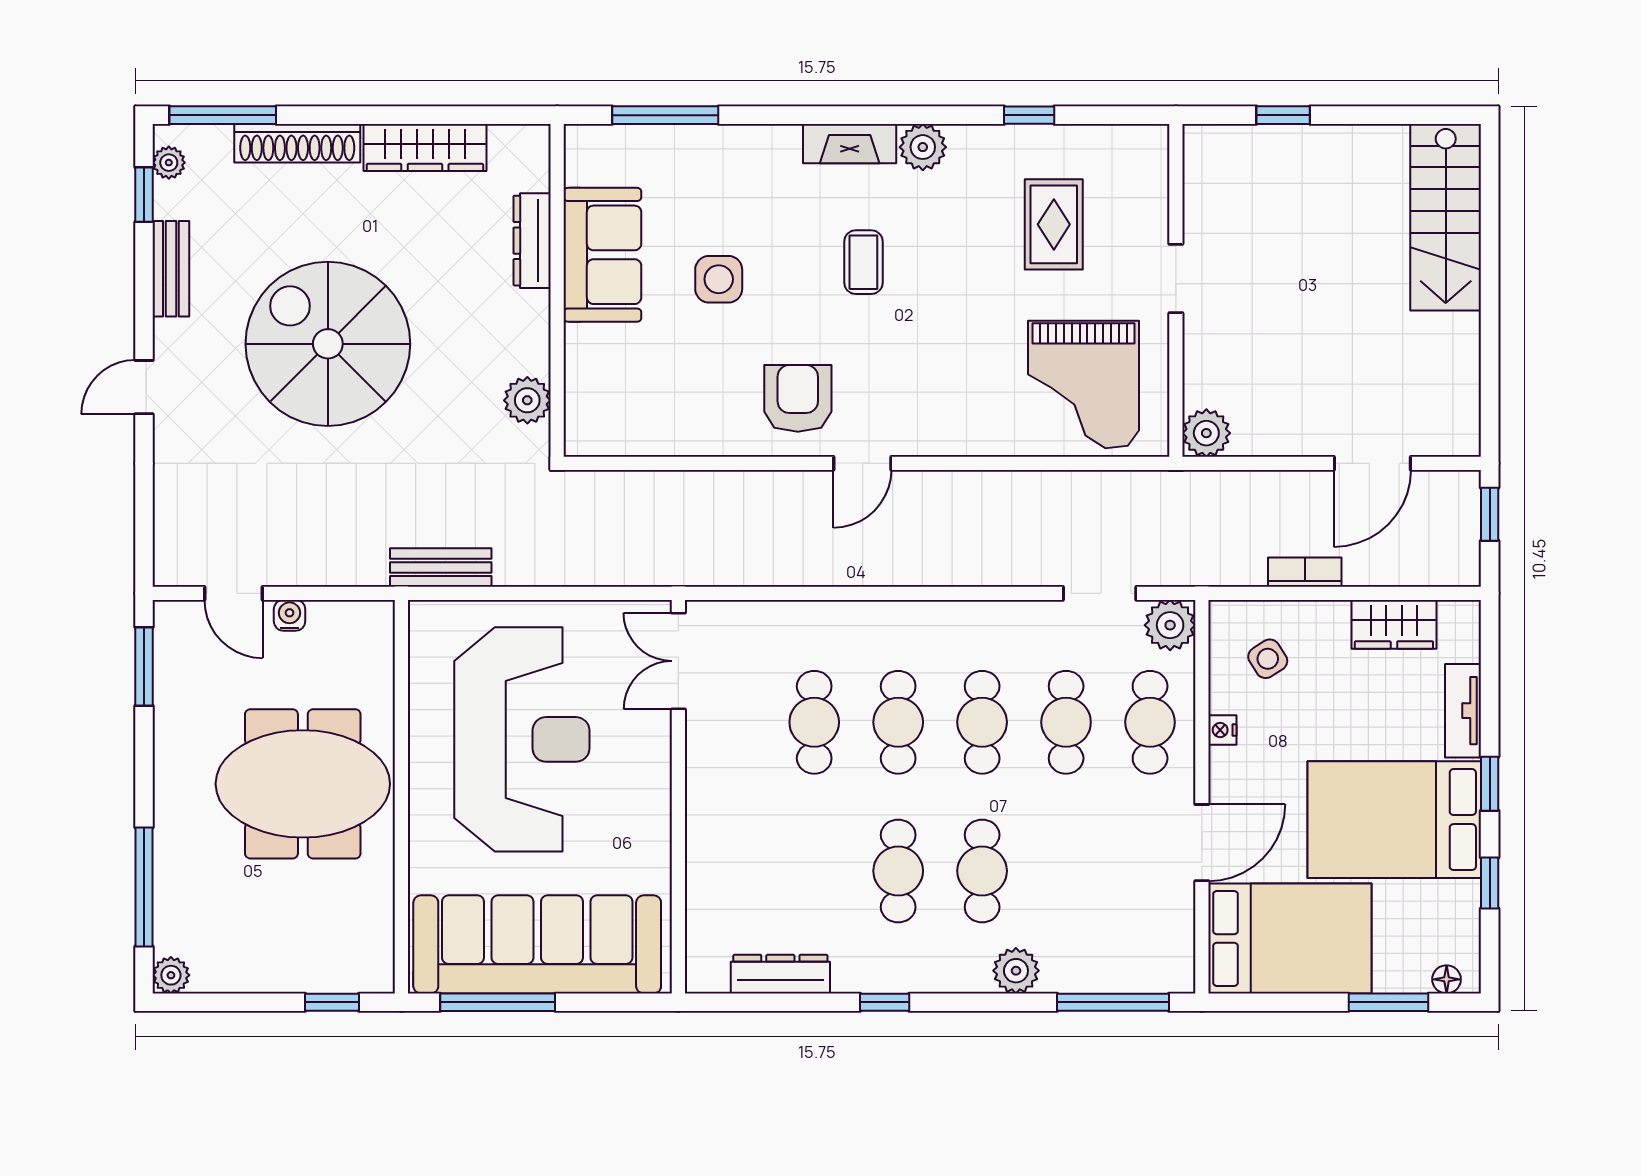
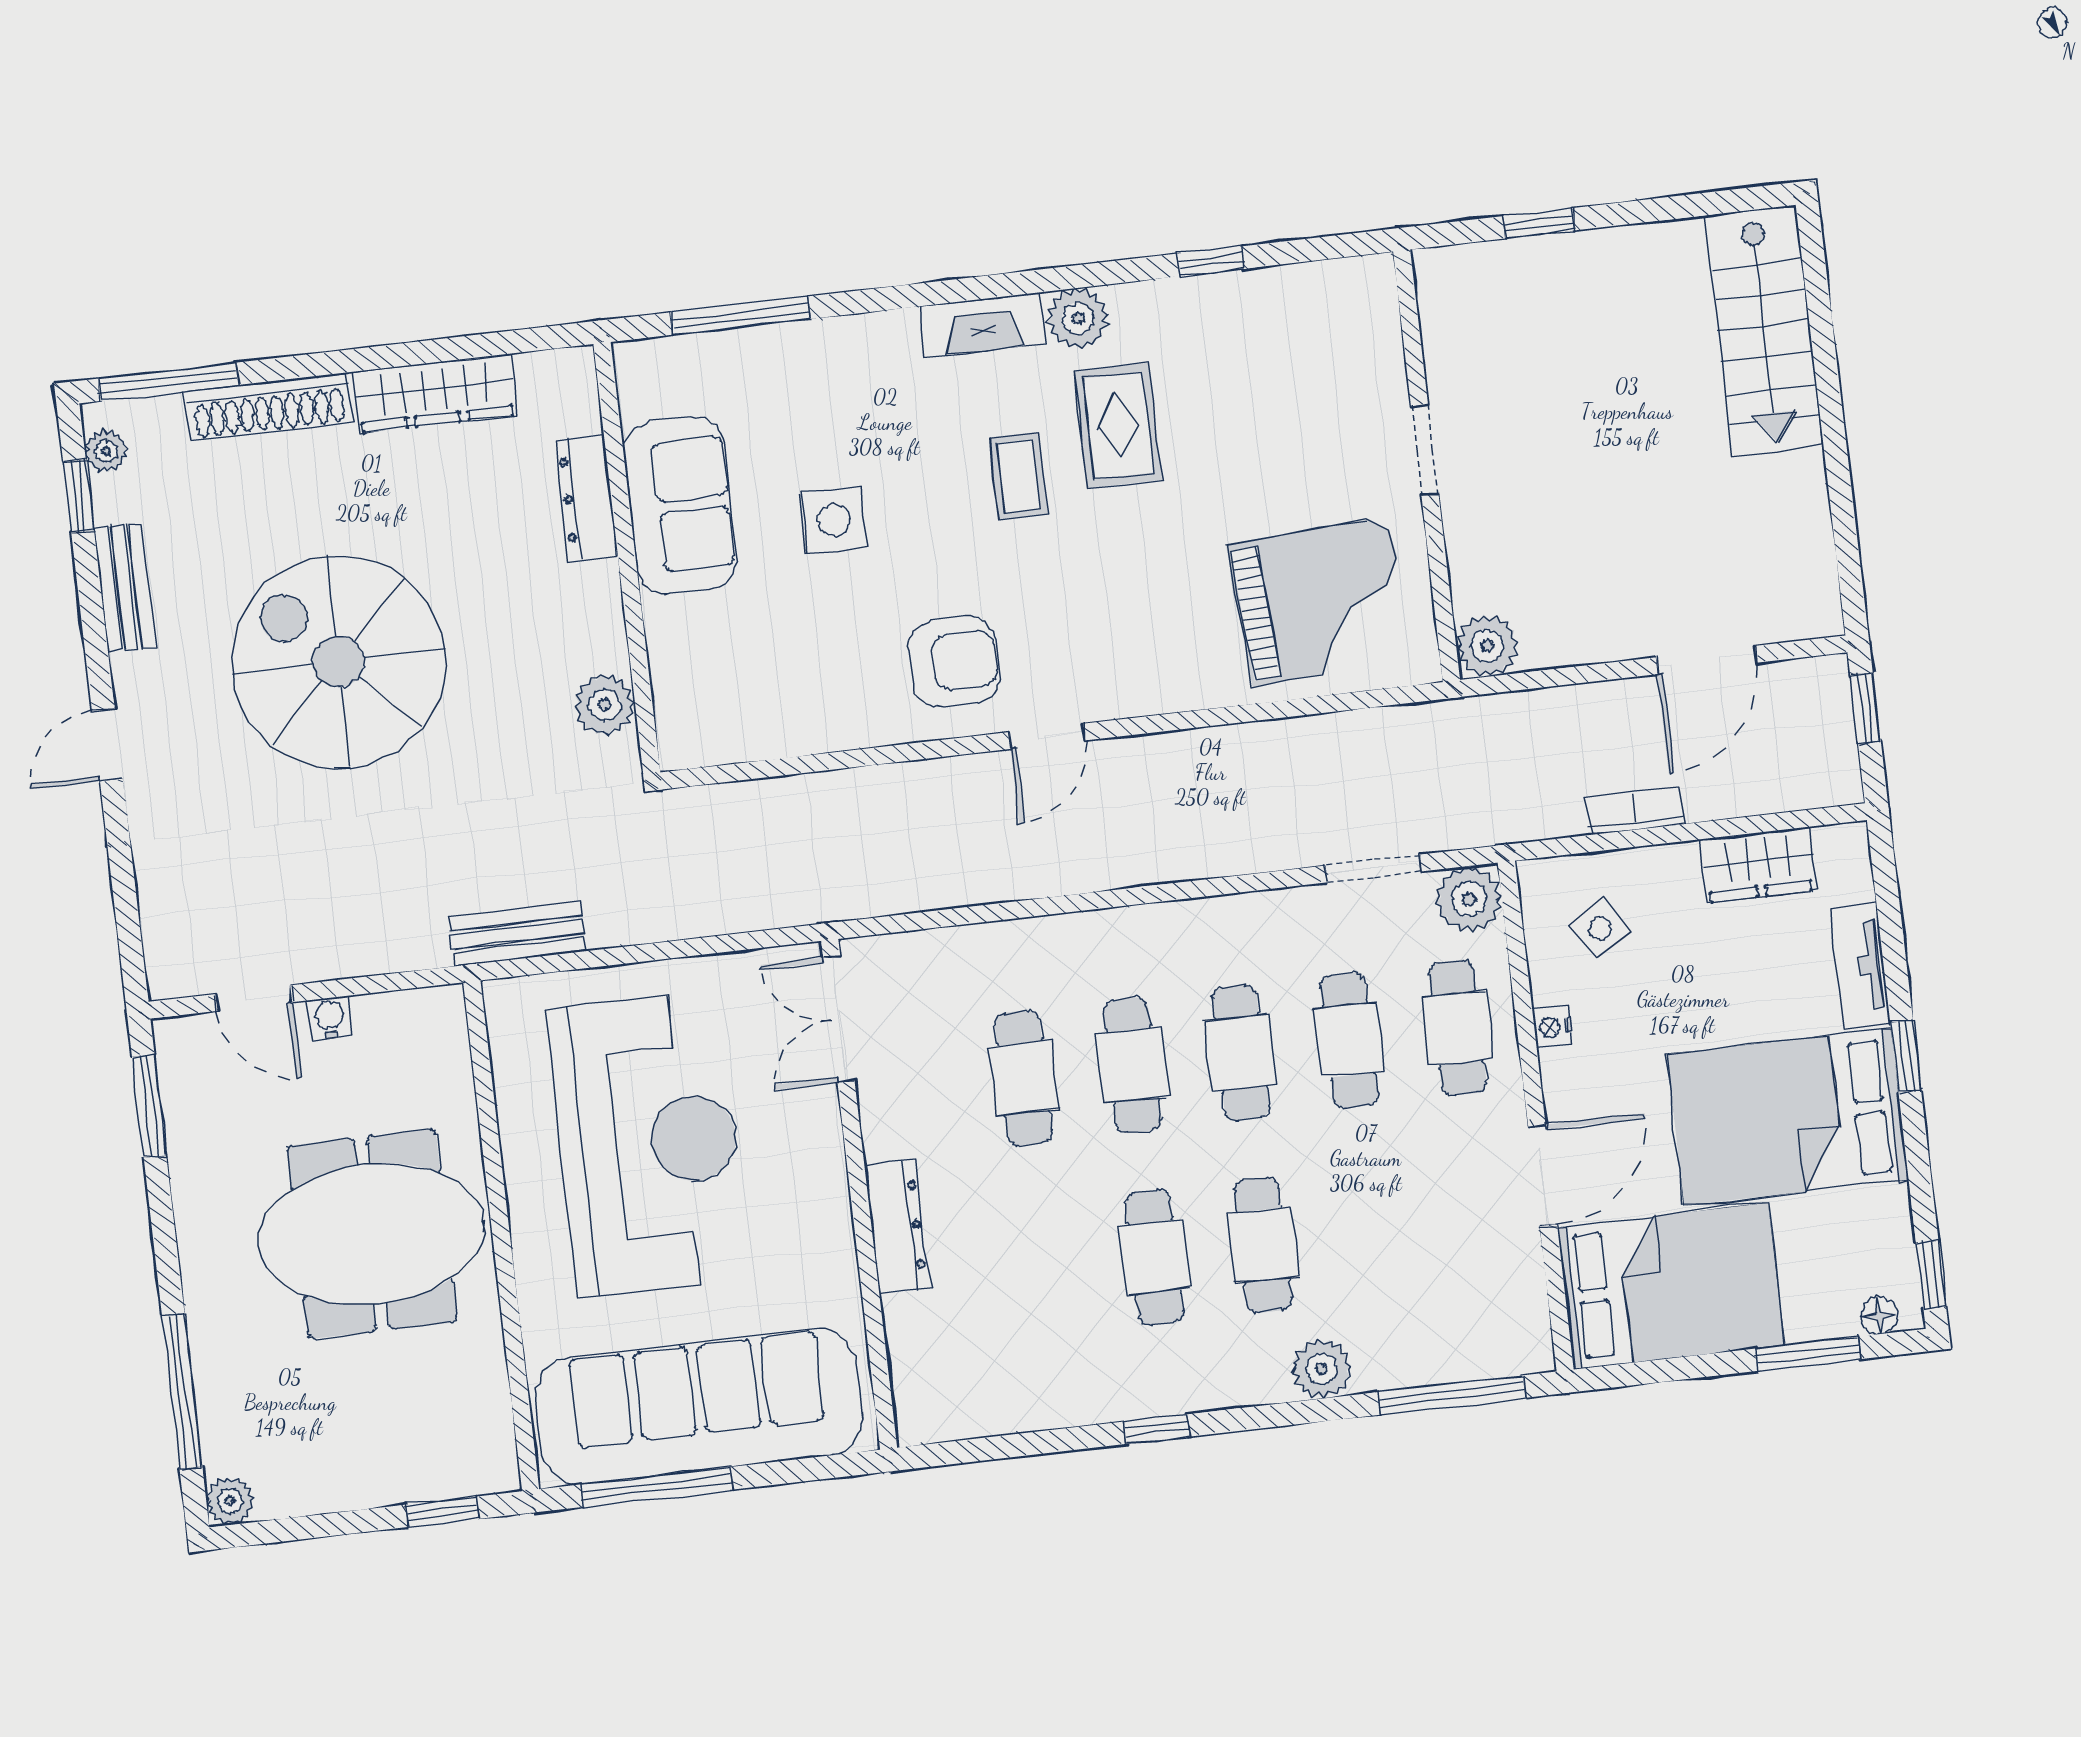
rug: (1054, 224) -> (1118, 426), moved
grand piano: (1083, 385) -> (1321, 601), turned -94
armchair: (798, 398) -> (954, 662), turned 90
window: (1490, 883) -> (1931, 1275), moved
dresser: (780, 974) -> (897, 1227), moved, turned 90

